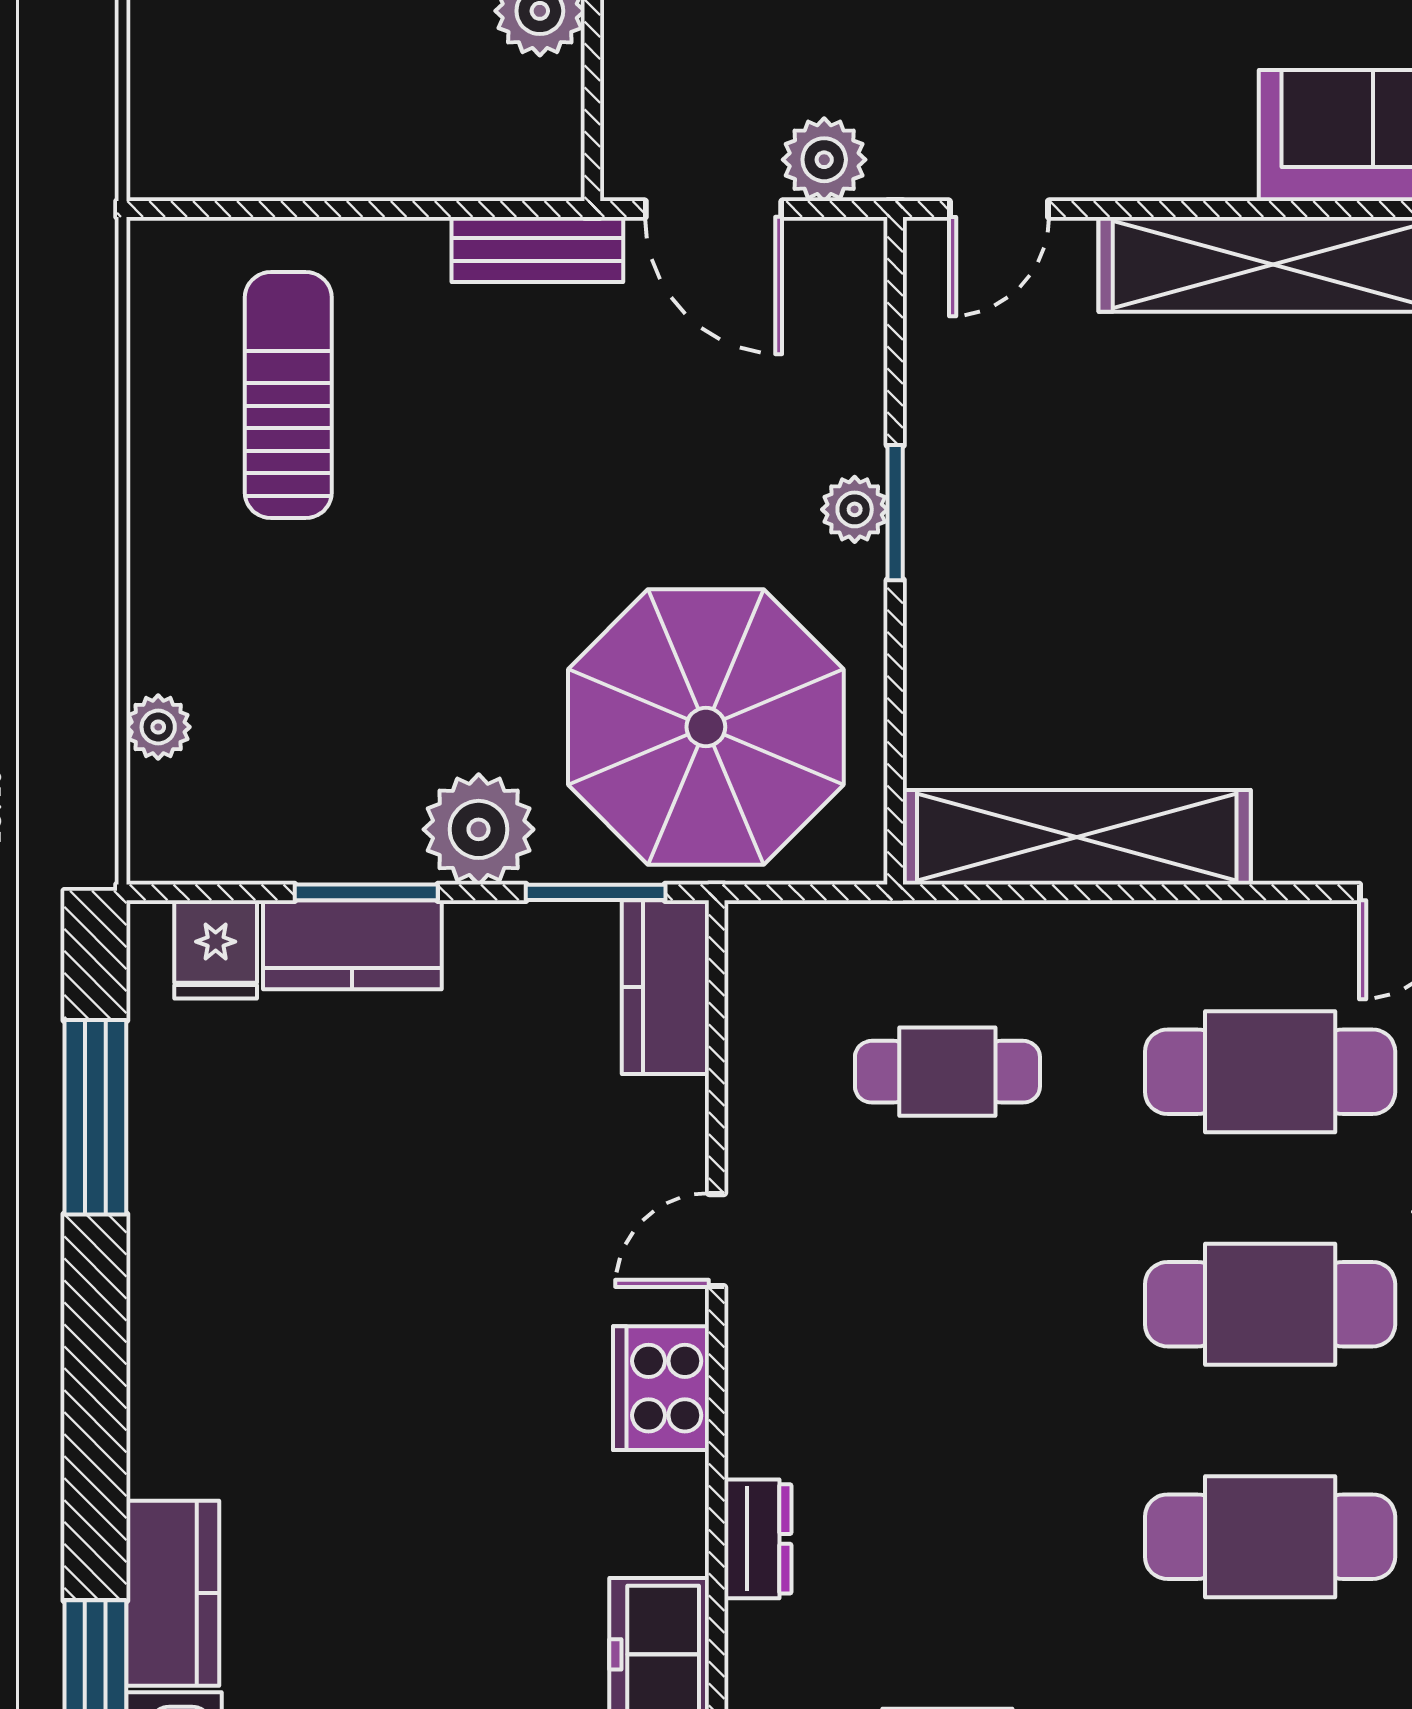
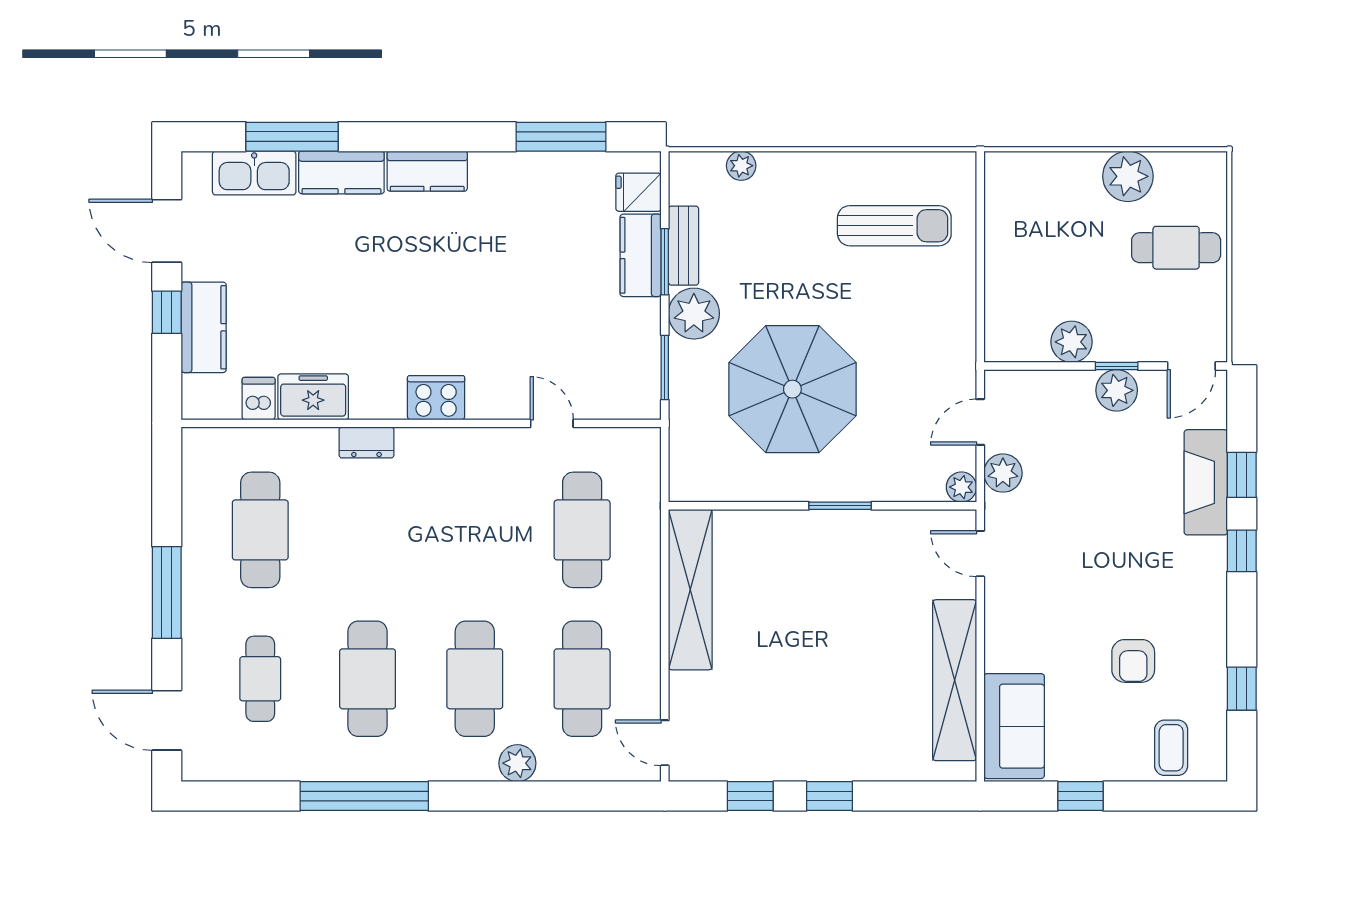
door: (714, 209) -> (980, 422), width x0.73
bench: (537, 250) -> (684, 246), moved
plant: (855, 509) -> (961, 487), moved
parasol: (706, 727) -> (792, 389), moved
kitchen counter: (665, 987) -> (427, 171), moved, turned 180
cafe table: (947, 1072) -> (582, 530), width x1.37, depth x1.35
door: (717, 1240) -> (552, 423), moved

